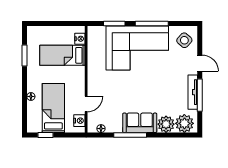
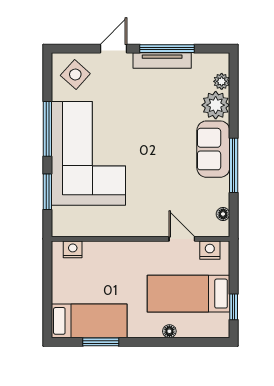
bed: (62, 55) -> (89, 321), moved, turned -90
plant: (184, 123) -> (222, 81), width x0.53, depth x0.53

